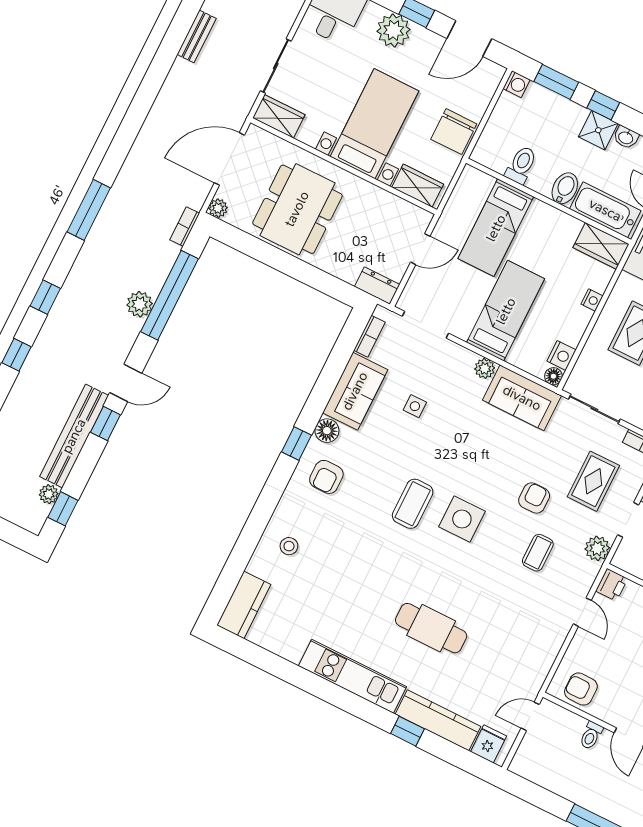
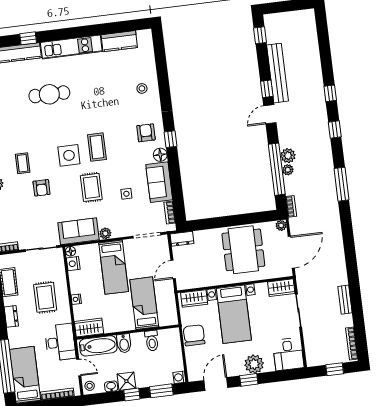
rug: (593, 481) -> (91, 187), moved
plant: (49, 494) -> (288, 170), moved
kitchen counter: (244, 605) -> (119, 41), moved, turned -90

